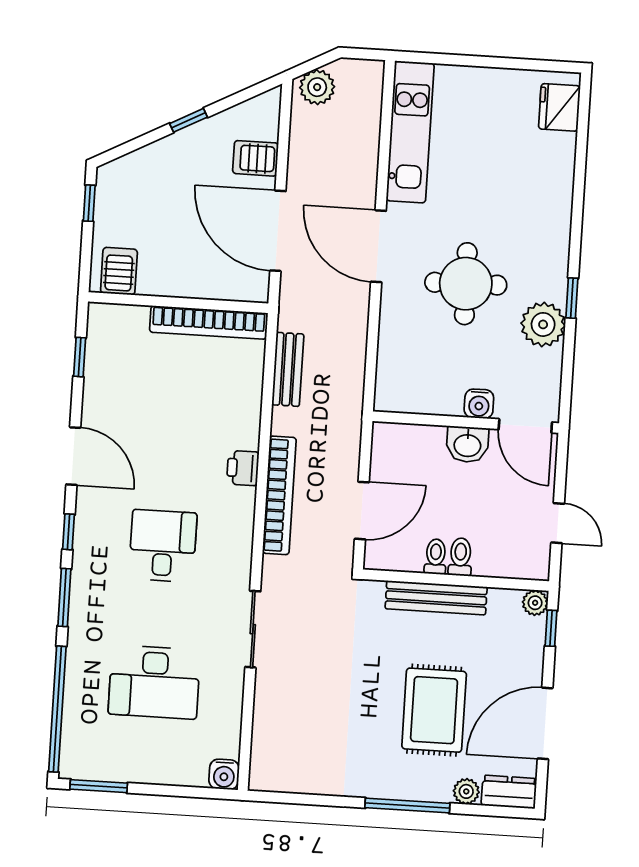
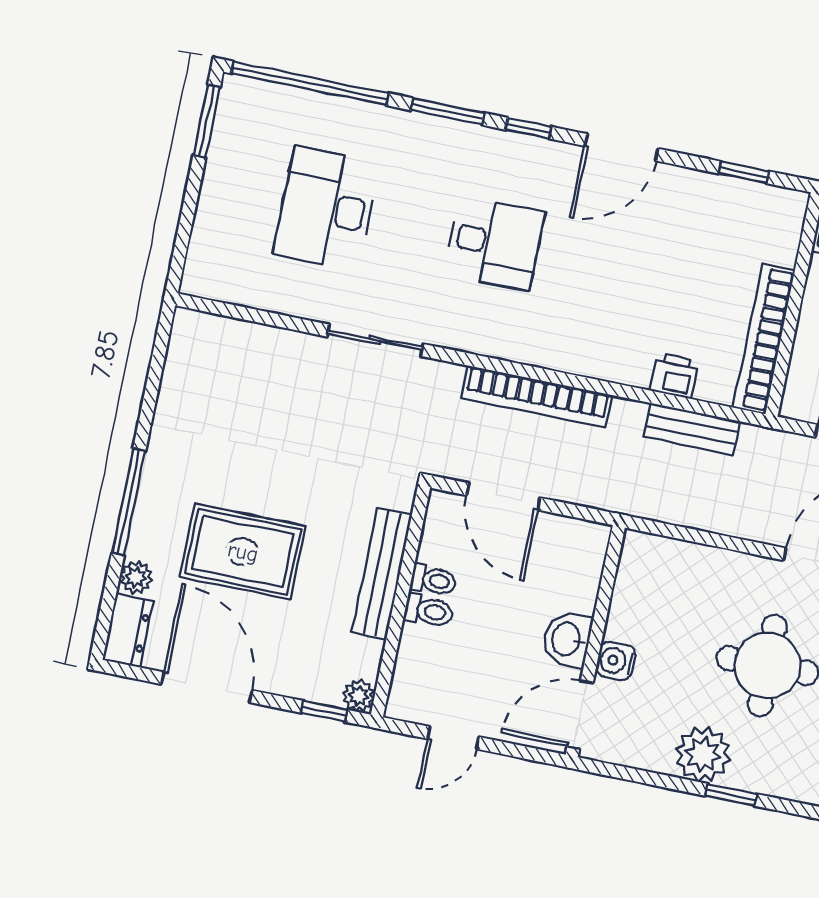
printer: (243, 468) -> (674, 376), moved
water cooler: (224, 774) -> (199, 279), removed

